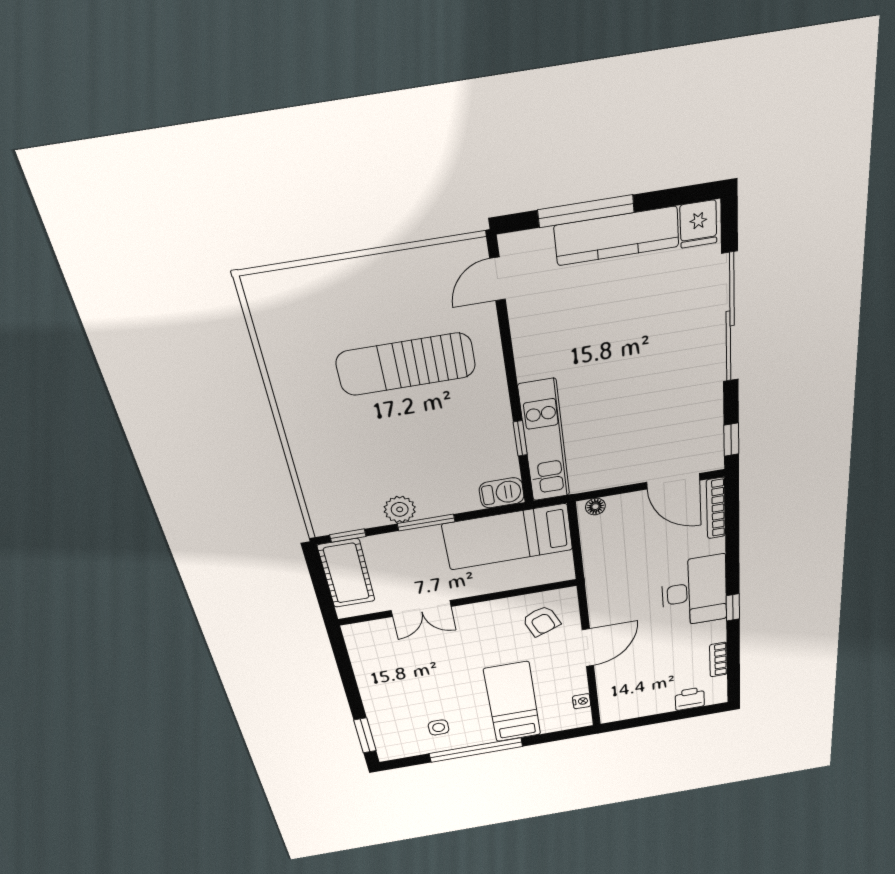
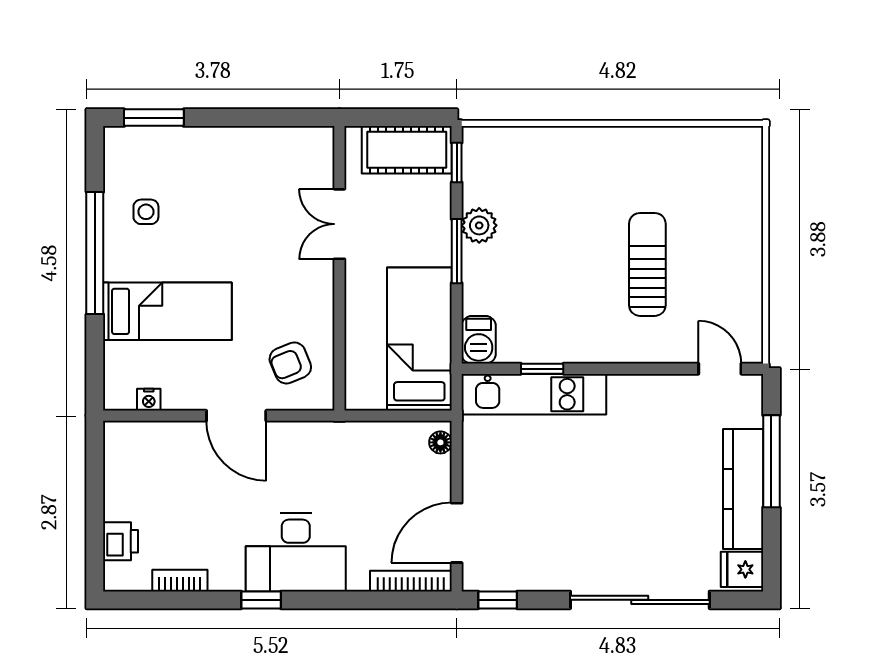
sun lounger: (406, 364) -> (647, 264), width x0.73, depth x0.75

